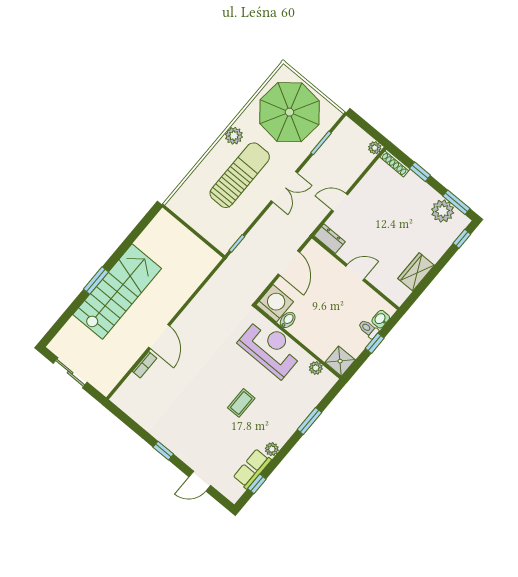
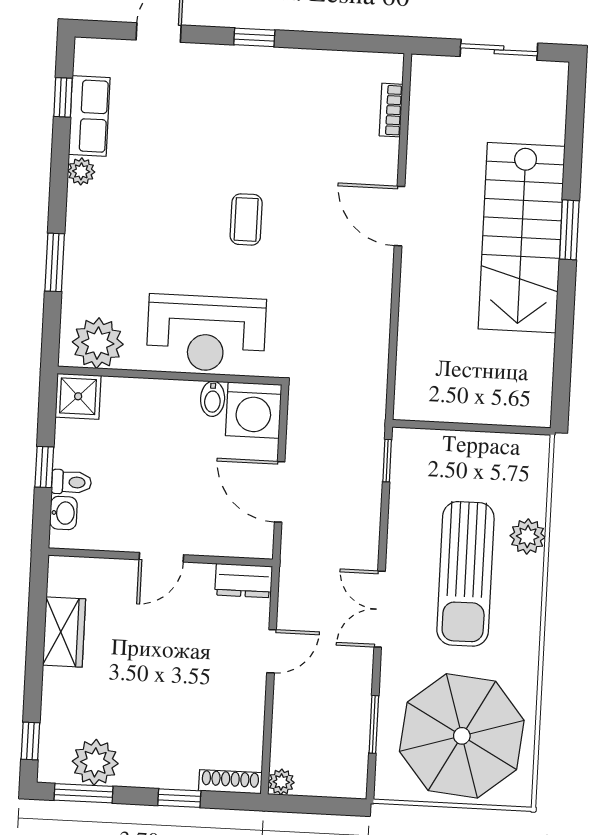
plant: (234, 136) -> (528, 537), moved
bookcase: (144, 365) -> (391, 110), moved
plant: (316, 368) -> (98, 343), width x1.87, depth x1.87
coffee table: (241, 403) -> (246, 219), moved

